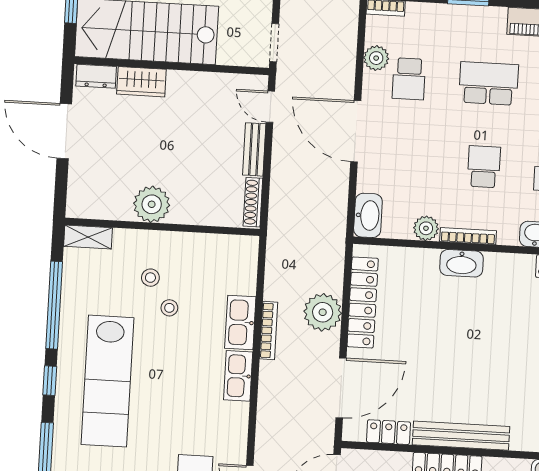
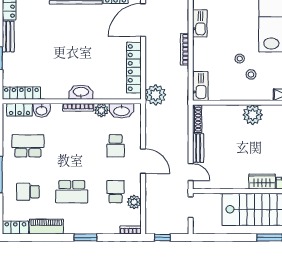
door: (356, 131) -> (143, 161), width x0.73
school desk: (484, 167) -> (116, 146), moved
washbasin: (368, 215) -> (122, 111), moved, turned -90
plant: (323, 312) -> (155, 95), moved
kitchen sink: (240, 322) -> (200, 86), moved

